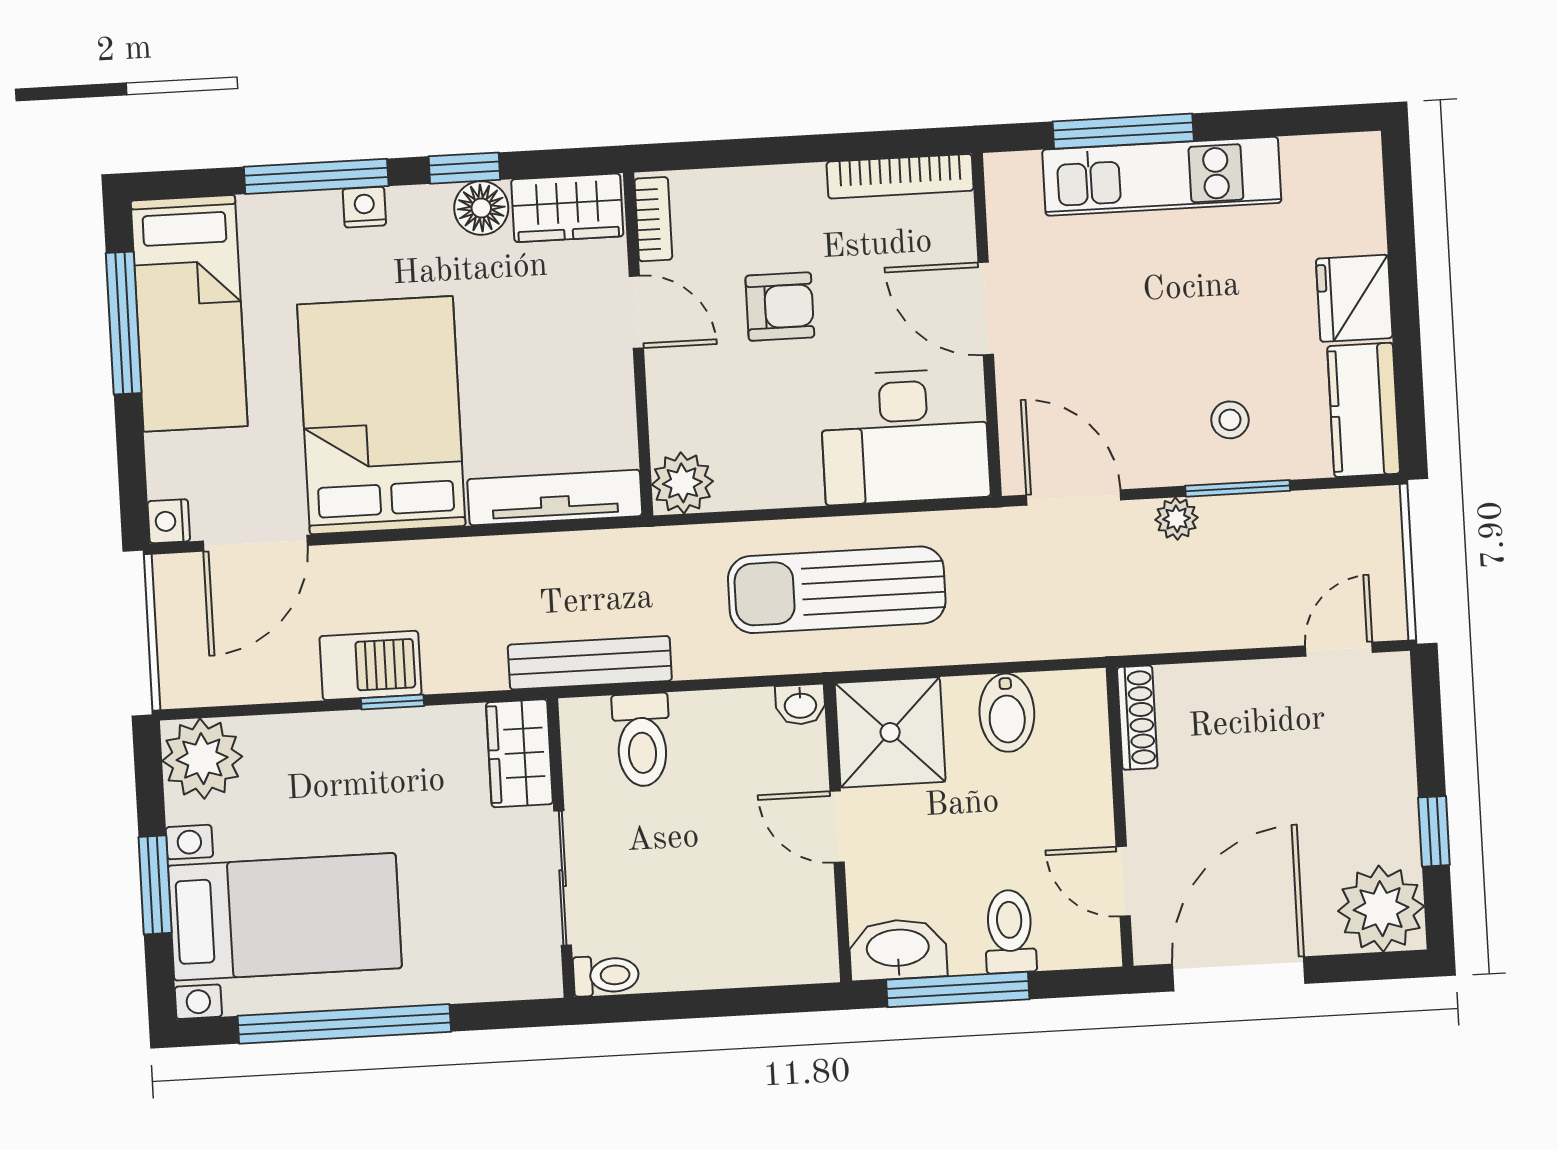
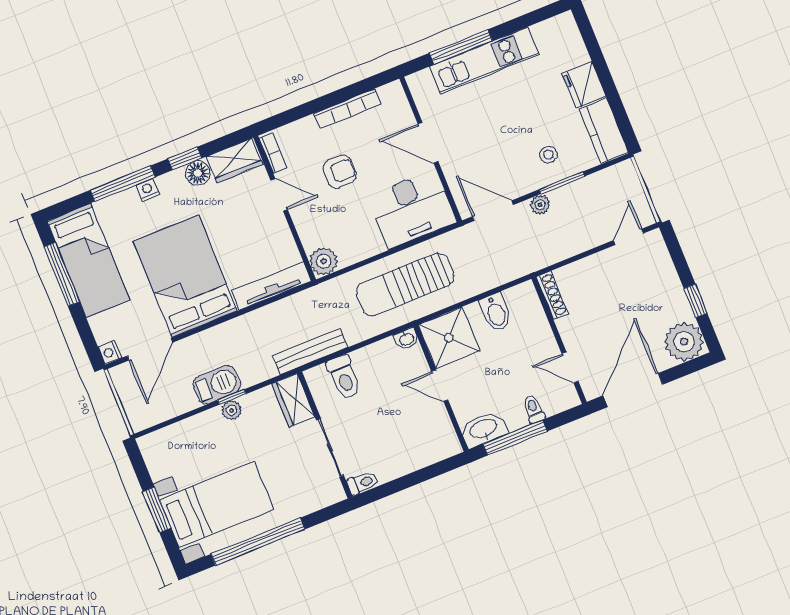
bookcase: (900, 176) -> (348, 108), moved
plant: (202, 759) -> (232, 410), moved, width x0.53, depth x0.53
toilet: (1010, 931) -> (534, 409), width x0.73, depth x0.72

